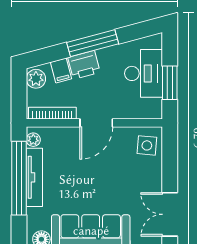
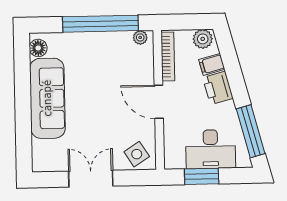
window: (93, 43) -> (251, 131), moved
side table: (147, 145) -> (137, 154), turned -38
tv unit: (34, 177) -> (102, 39), removed
double door: (170, 214) -> (91, 179), moved

